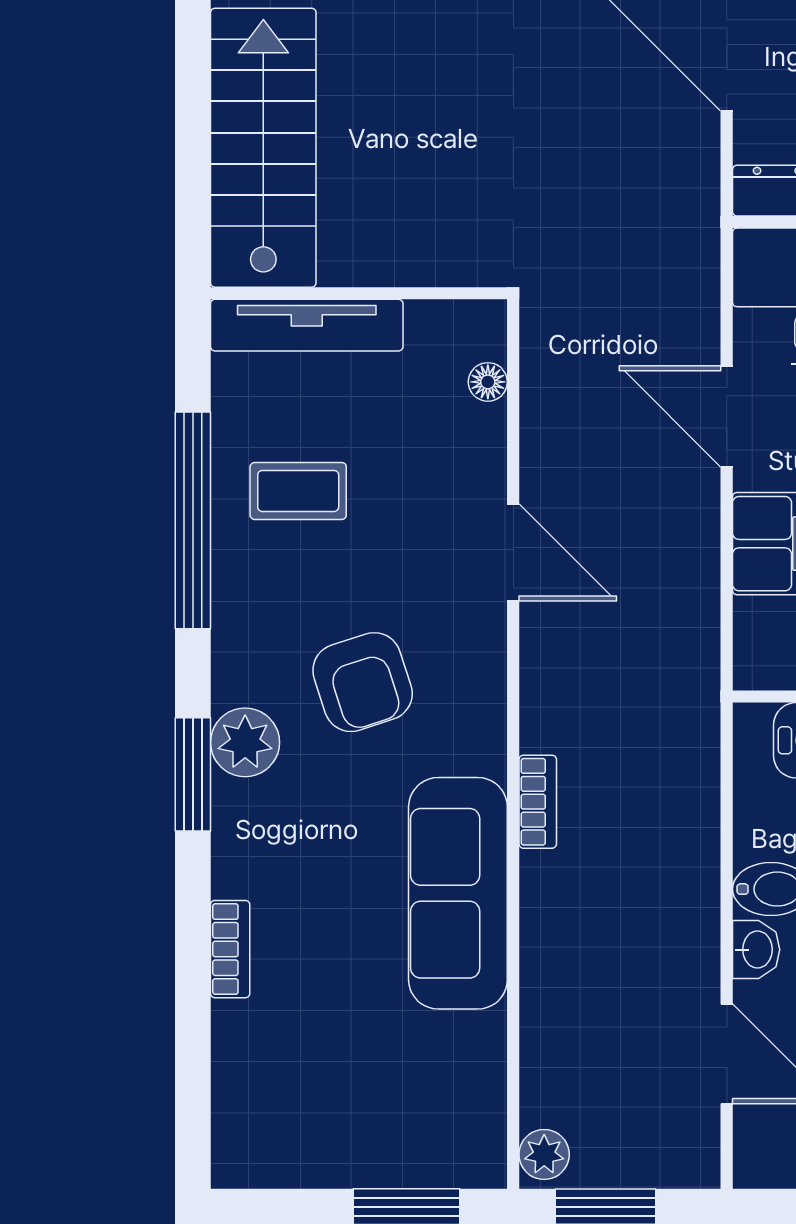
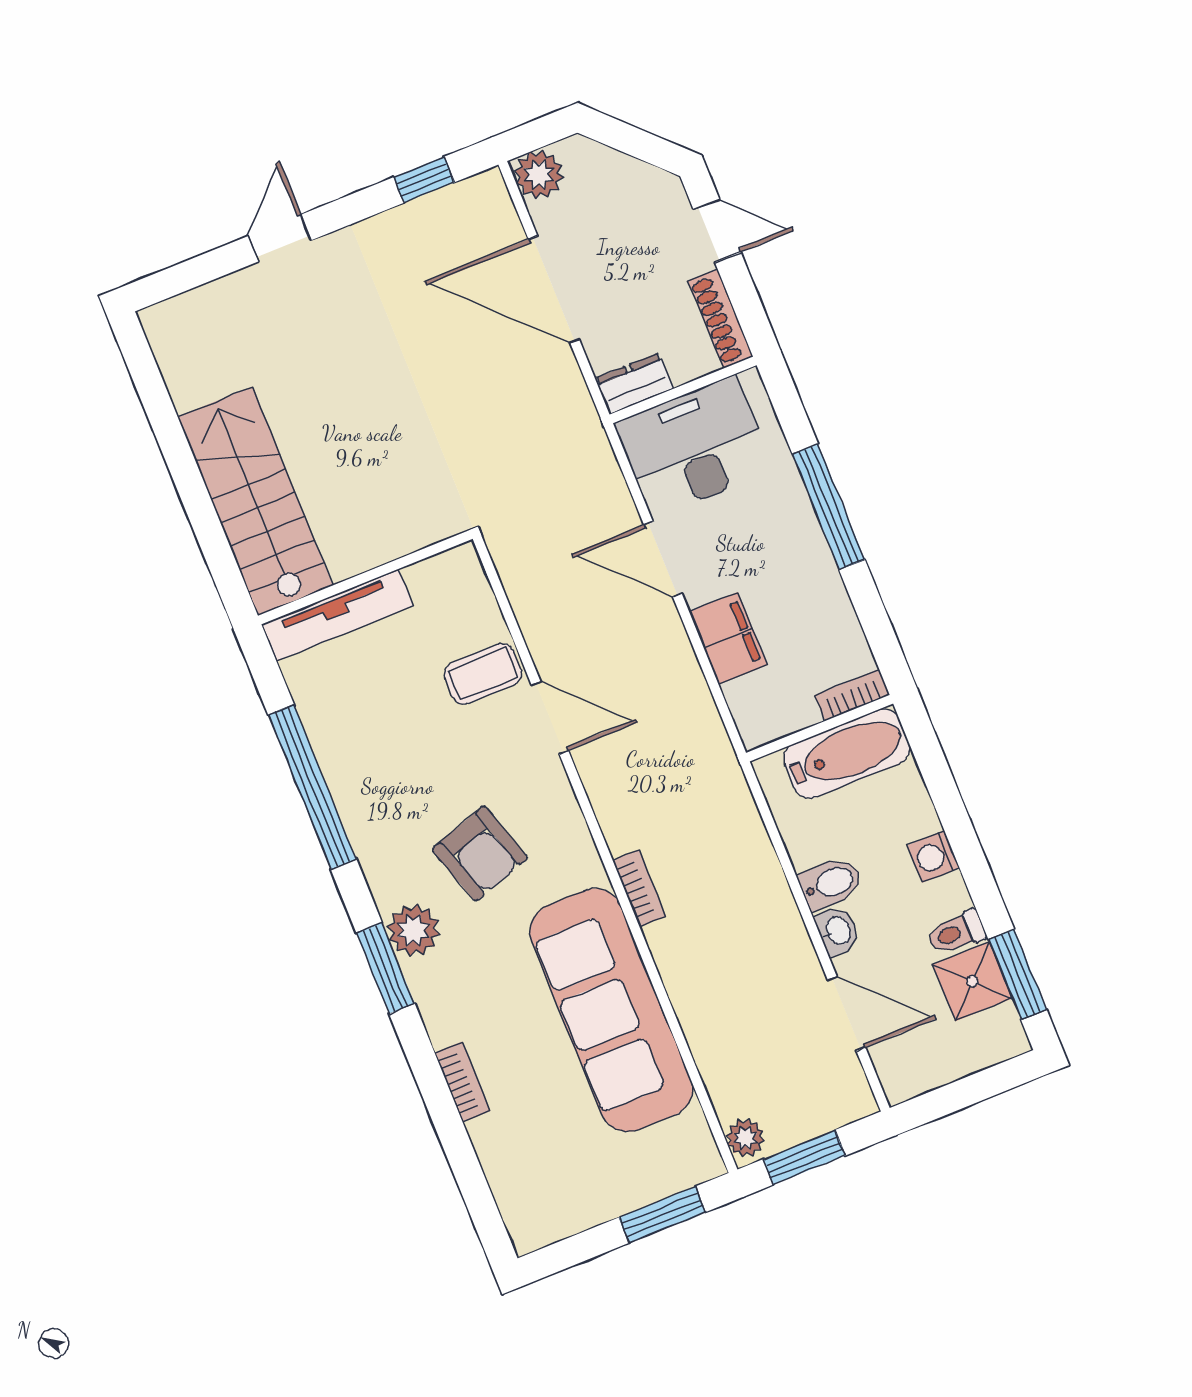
floor lamp: (488, 382) -> (483, 603), removed
coffee table: (298, 491) -> (483, 674), moved
sofa: (458, 893) -> (611, 1010), width x1.36, depth x1.27

